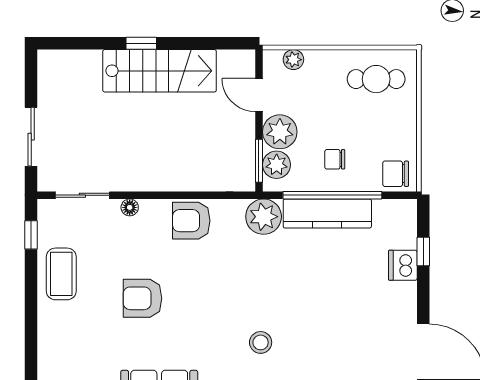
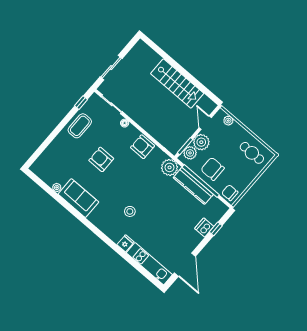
window: (141, 43) -> (179, 68), removed
chair: (335, 159) -> (213, 169), width x1.87, depth x1.87

